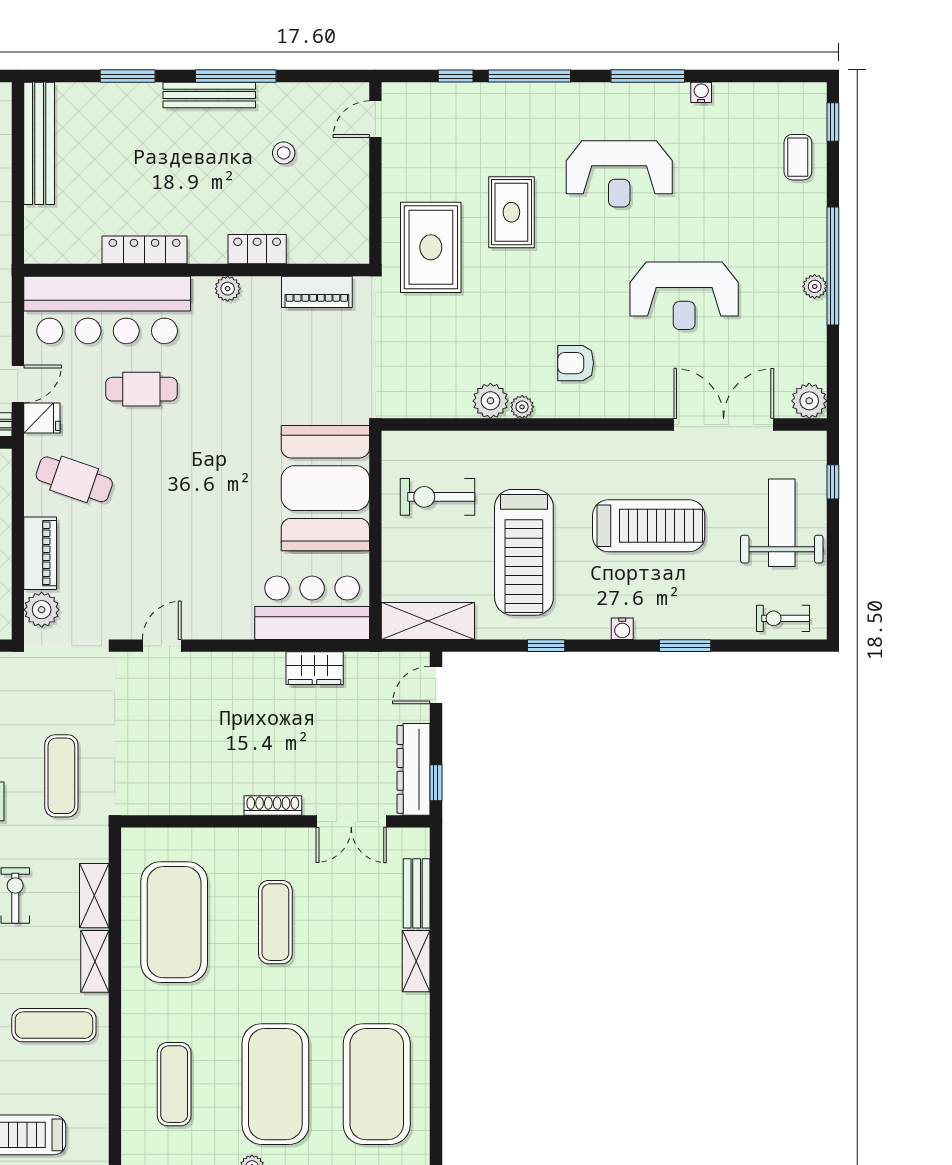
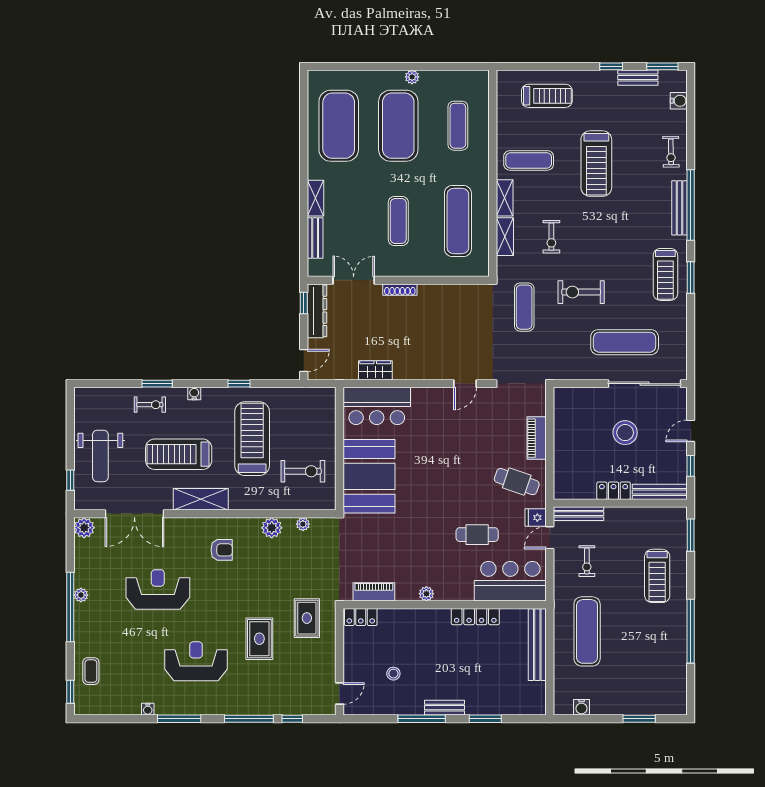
bench: (209, 95) -> (444, 708), width x0.73
bench: (39, 143) -> (537, 645), moved
rug: (431, 247) -> (307, 618), width x0.73, depth x0.70
locker: (257, 249) -> (361, 617), moved
bar counter: (107, 310) -> (510, 581), width x0.73
plant: (522, 407) -> (303, 524), moved
plant: (42, 610) -> (536, 405), removed
exercise bike: (783, 618) -> (150, 405), moved
shelving: (428, 621) -> (201, 499), moved
exercise mat: (174, 922) -> (458, 221), width x0.68

